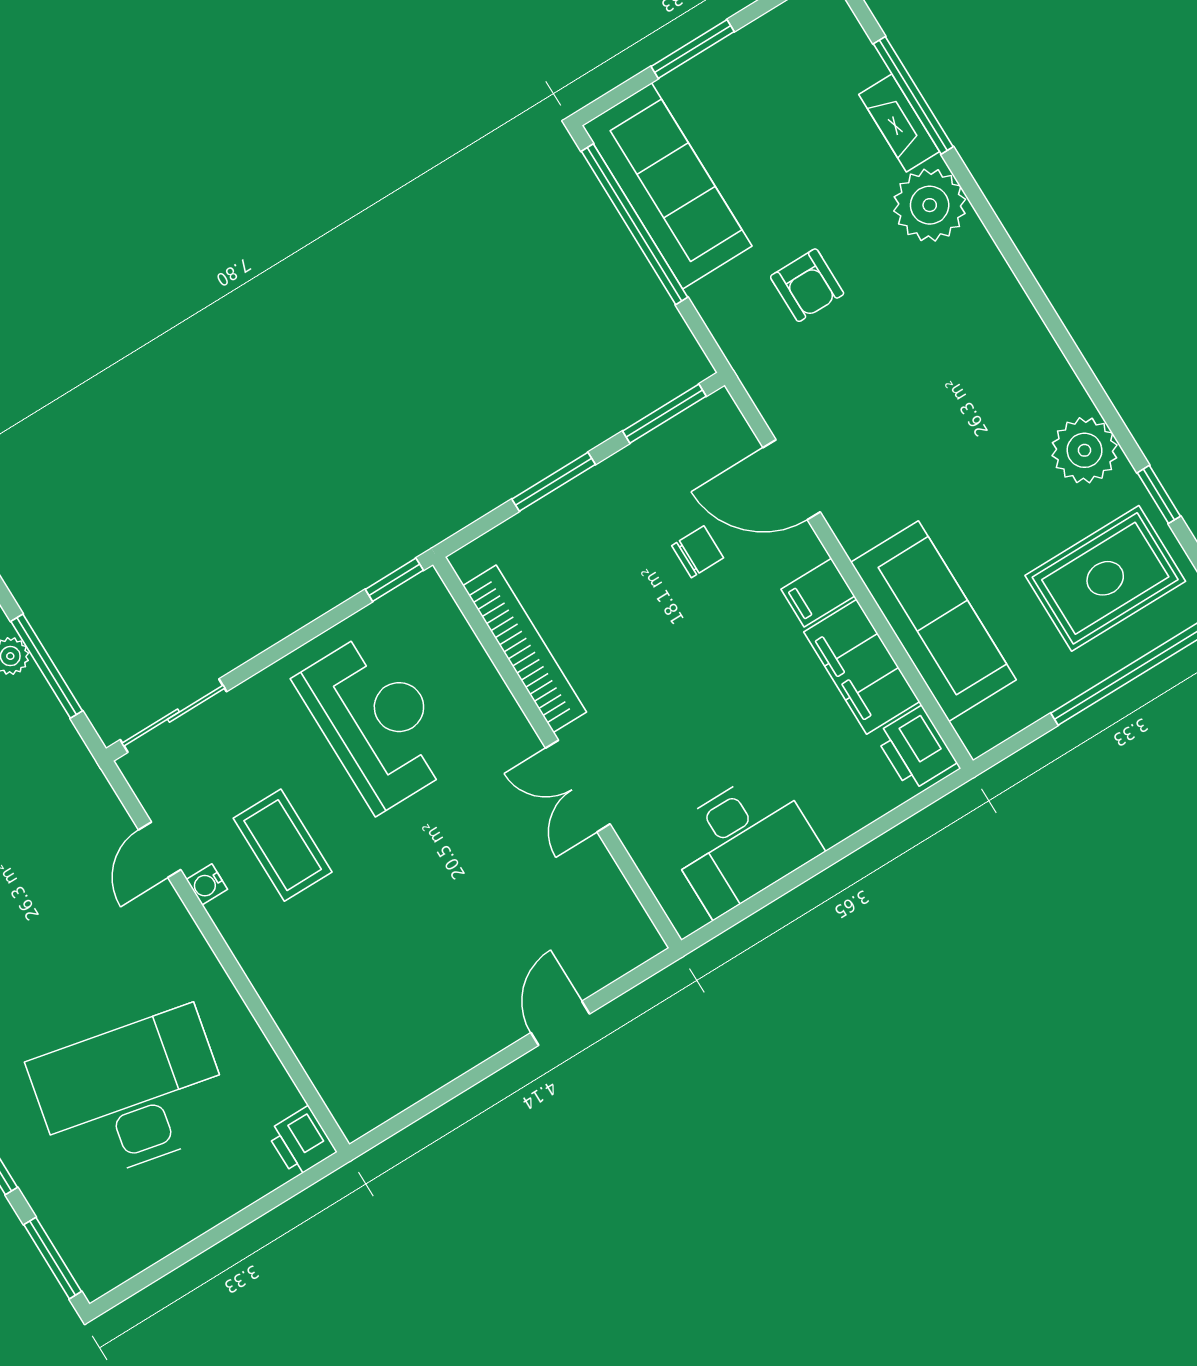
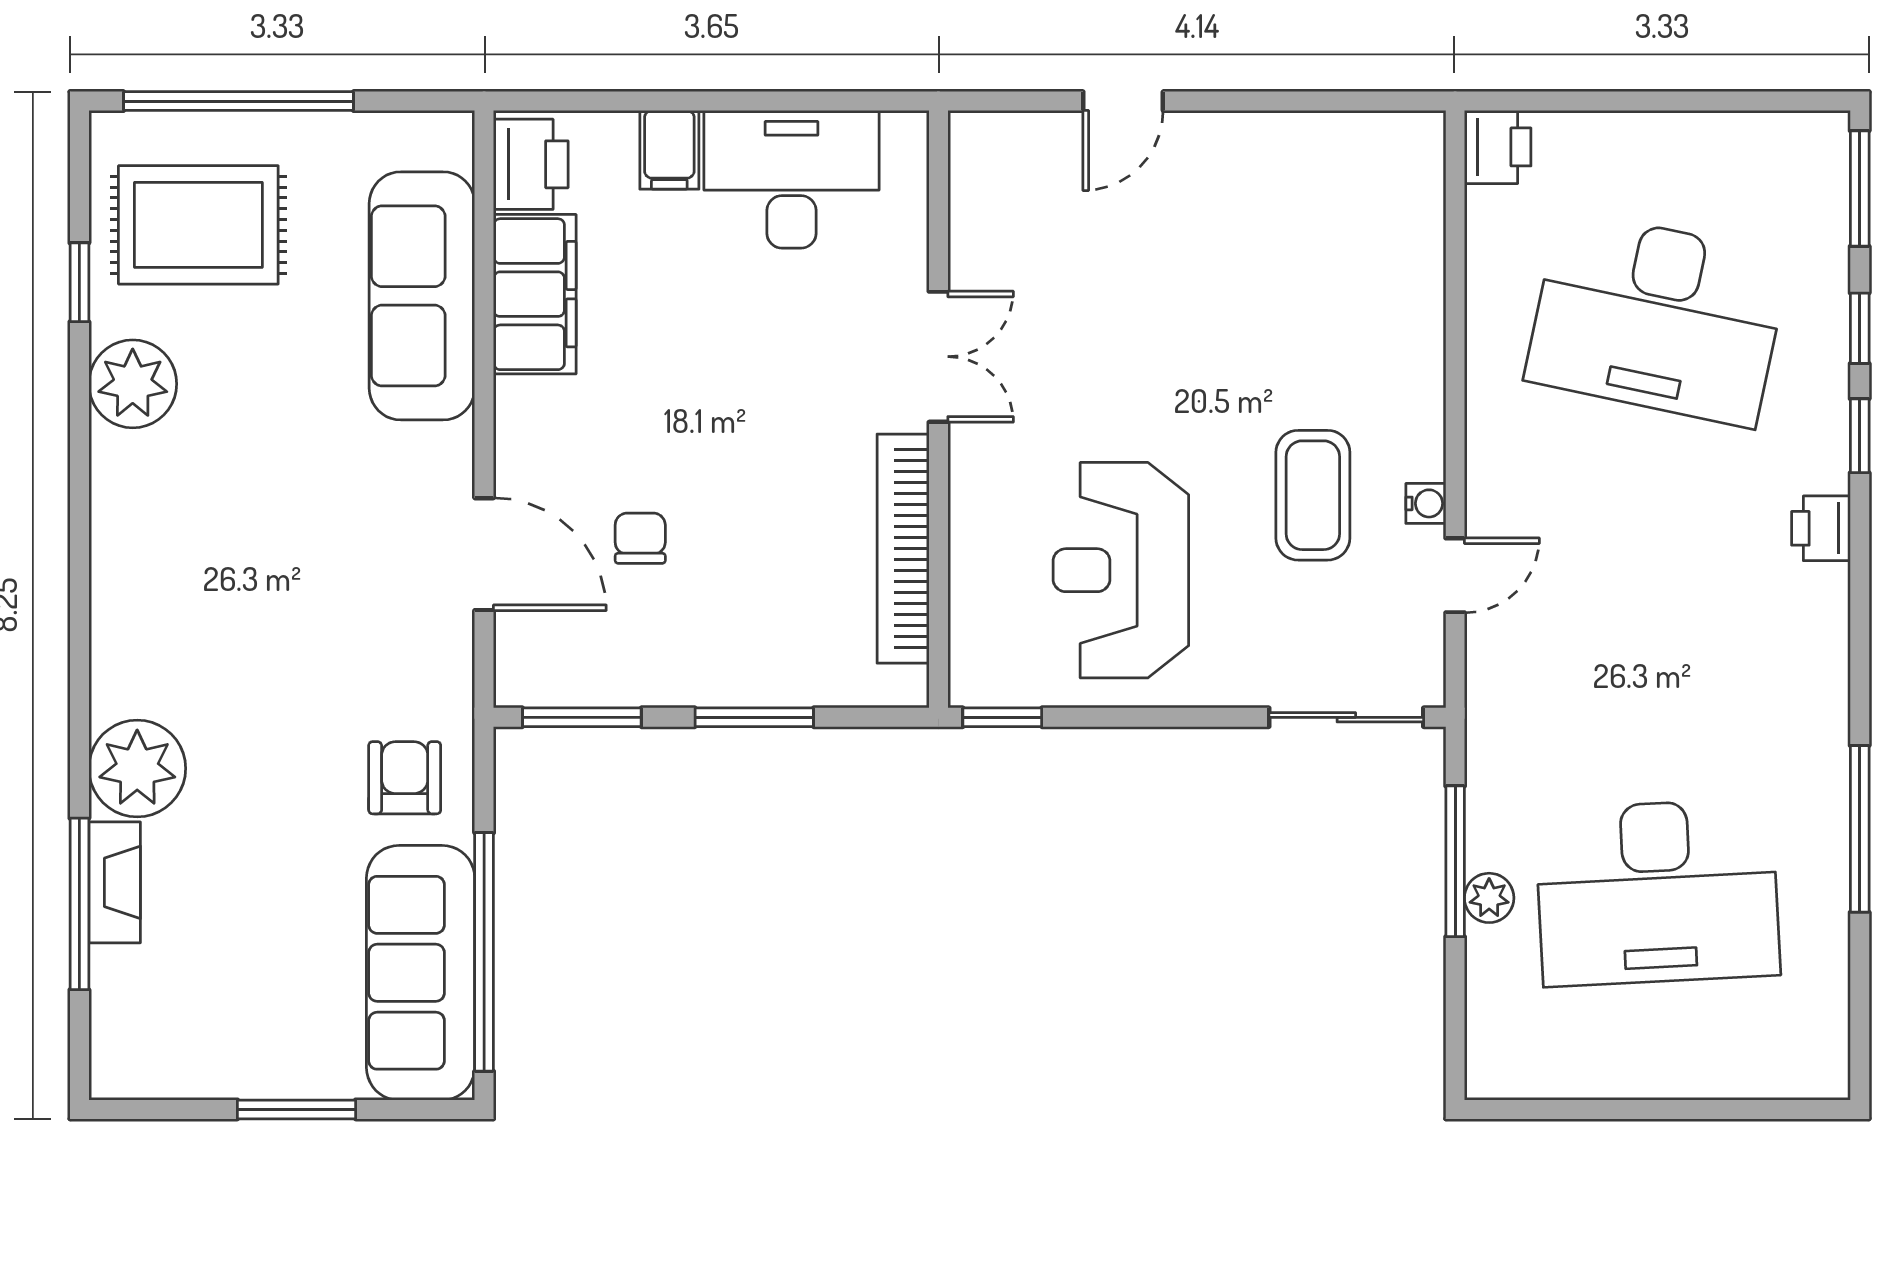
armchair: (807, 285) -> (405, 778), moved
chair: (698, 552) -> (640, 538), turned 90
filing cabinet: (818, 593) -> (669, 150), moved, turned 90

